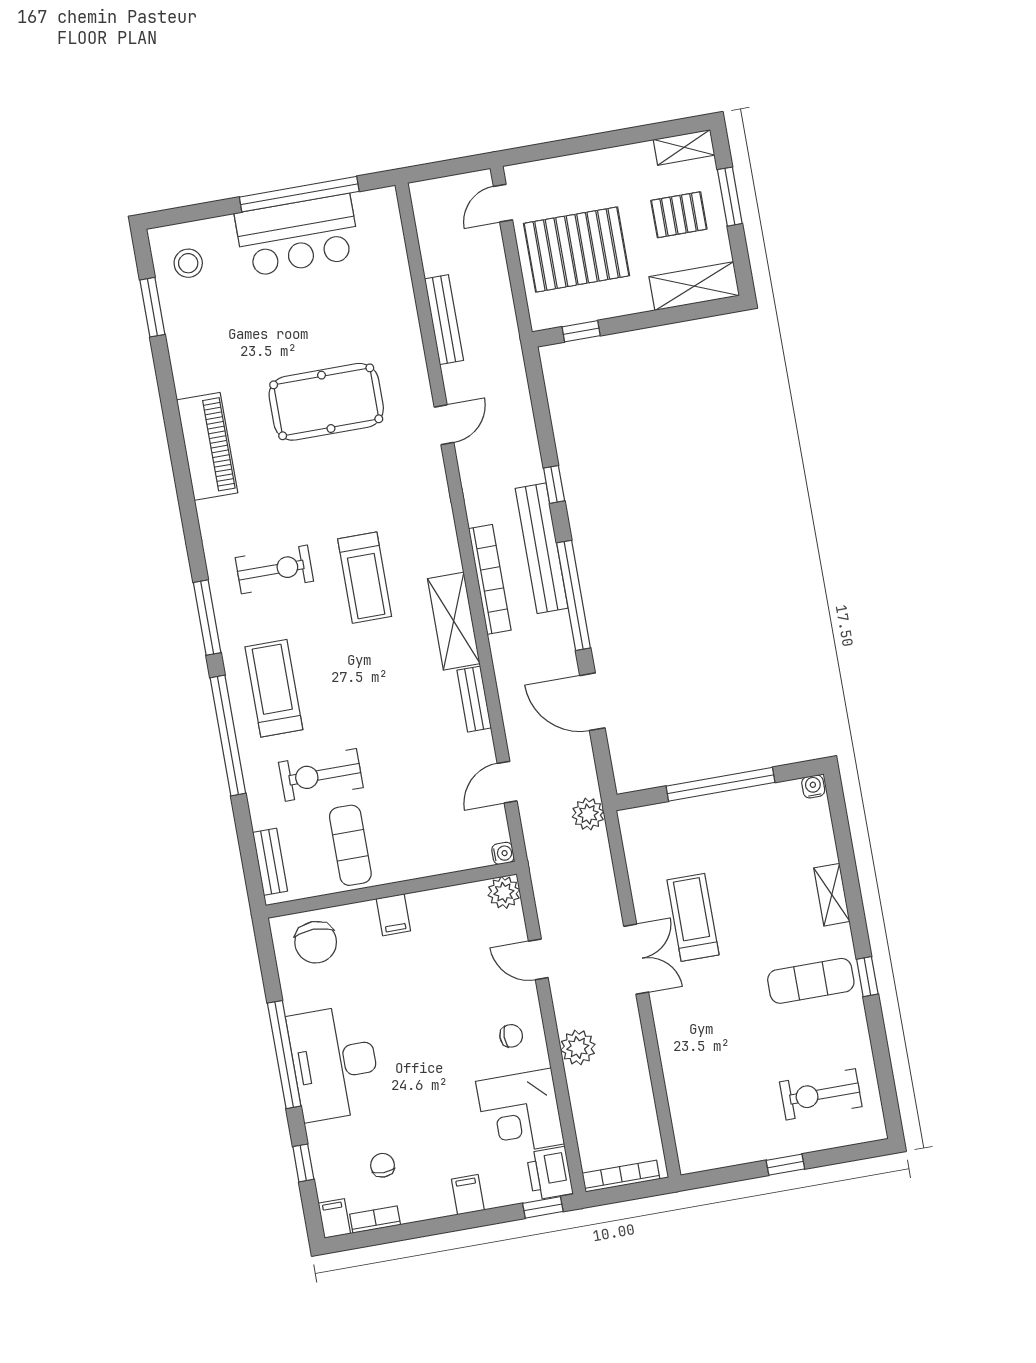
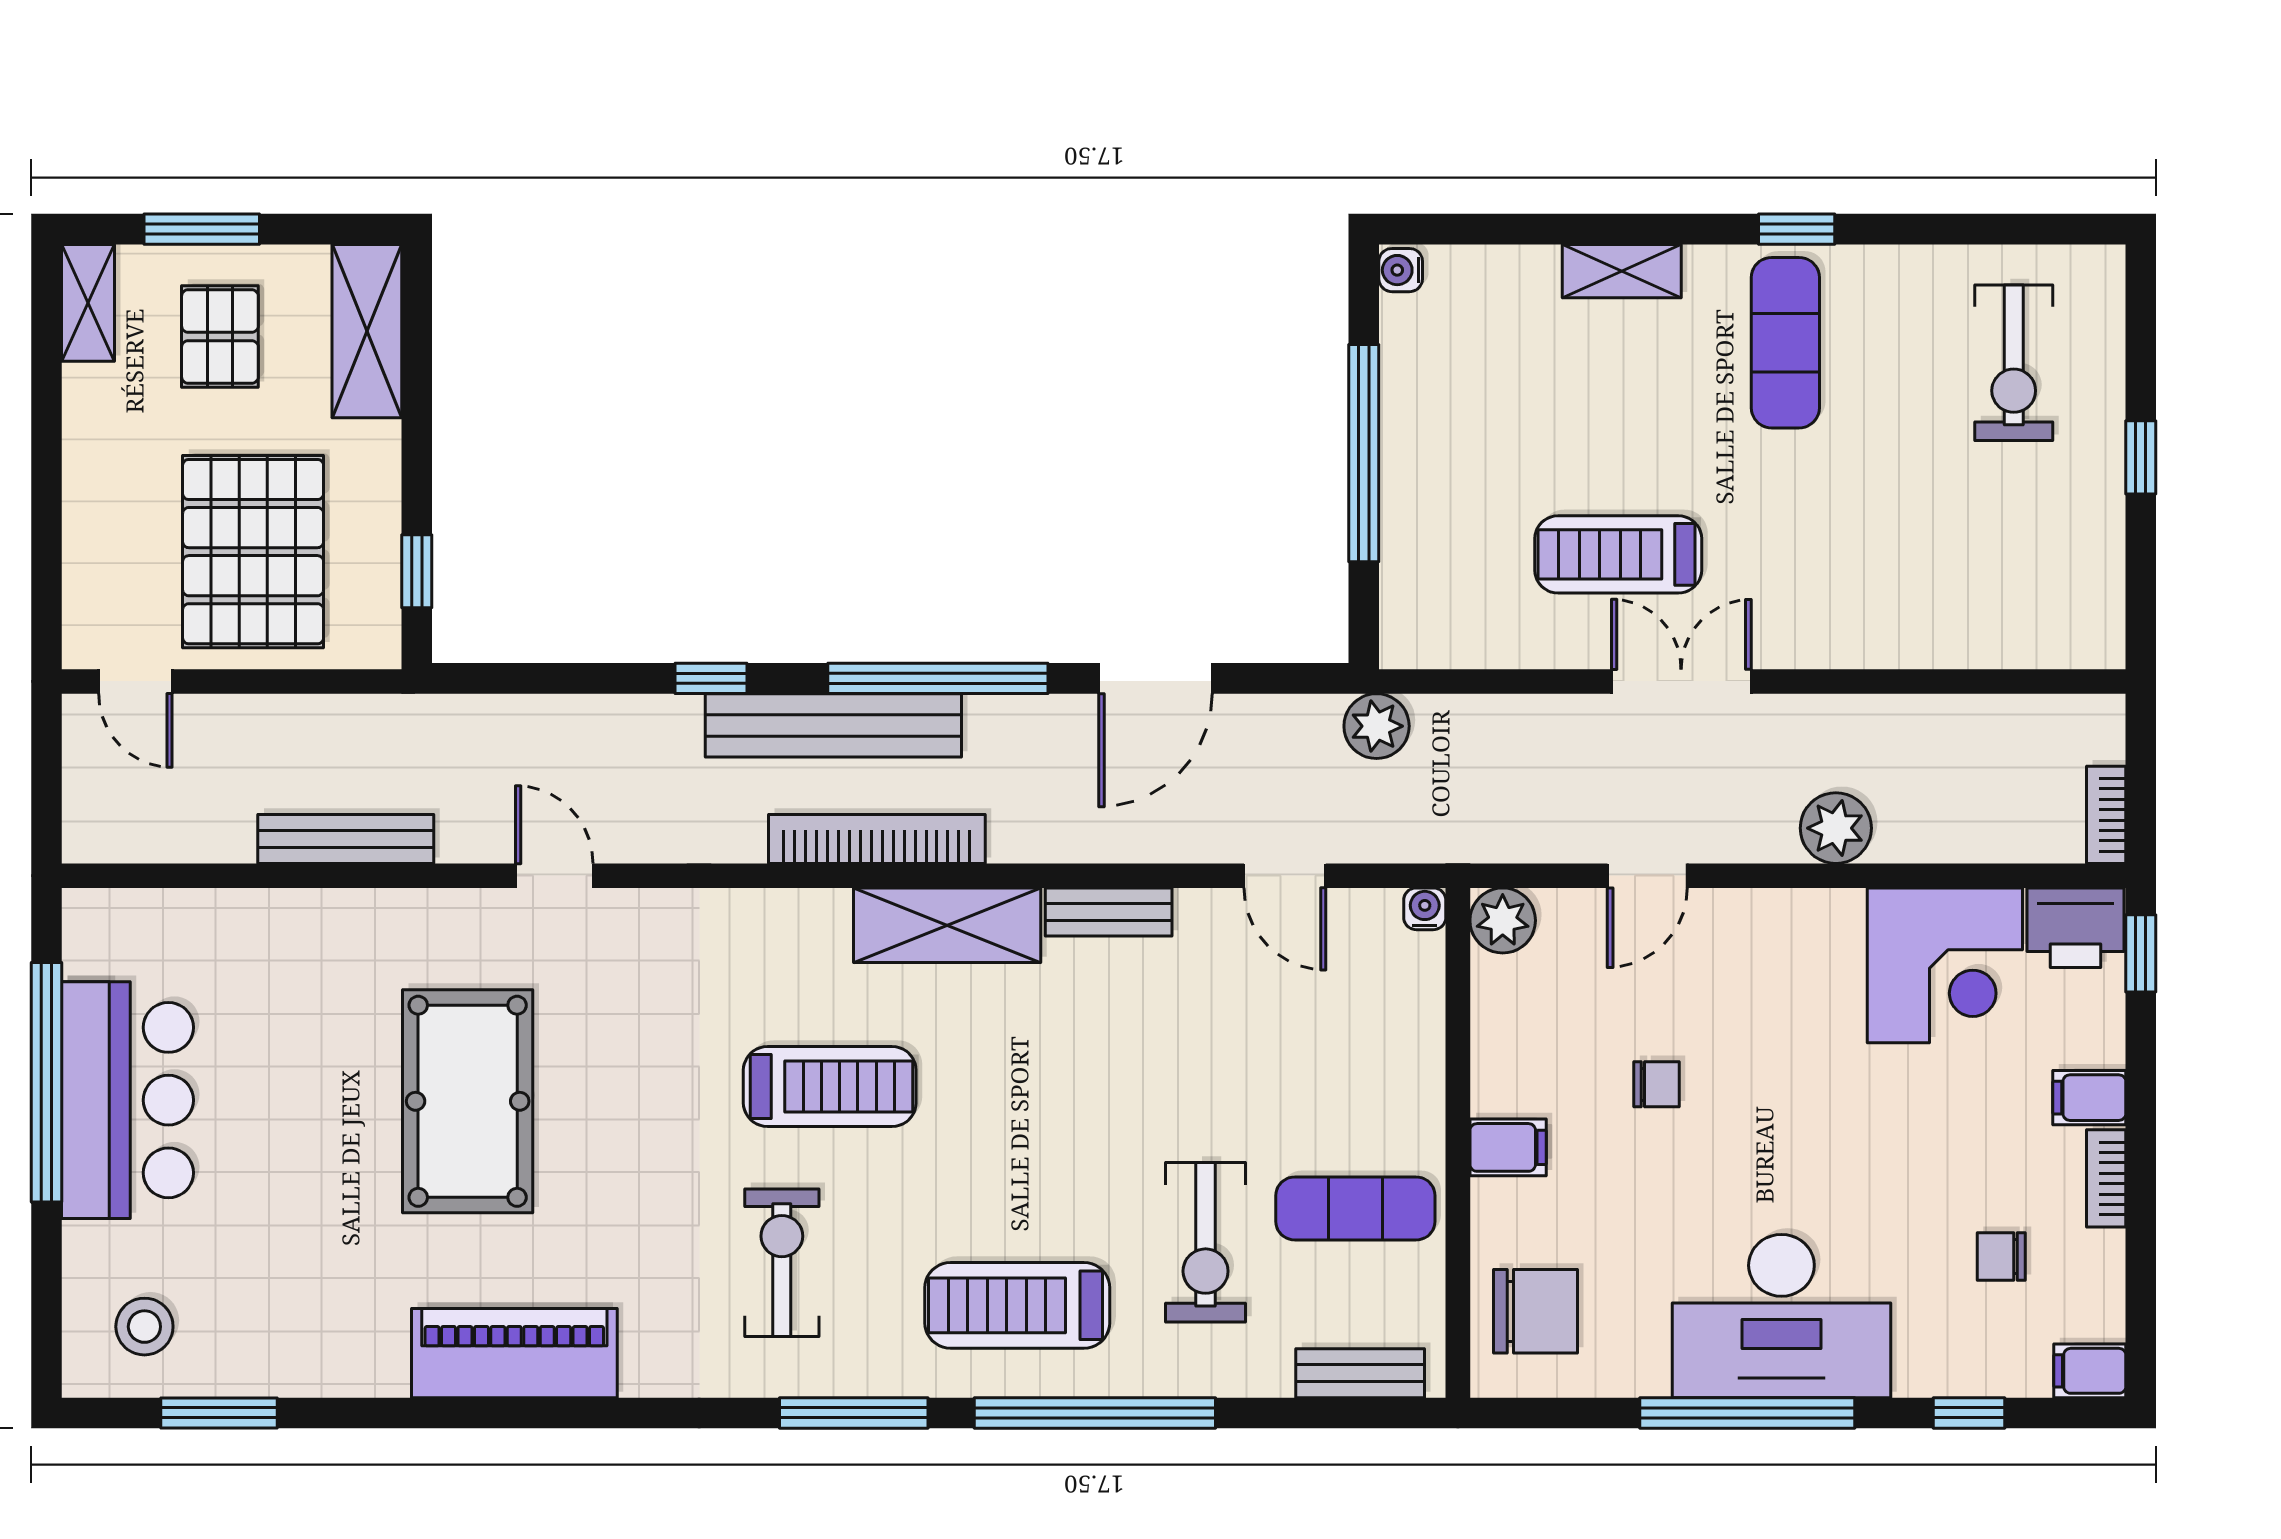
chair: (511, 1036) -> (1656, 1084), moved, turned 90
bookcase: (621, 1176) -> (2106, 815), width x0.64
bookcase: (375, 1220) -> (2106, 1178), moved

